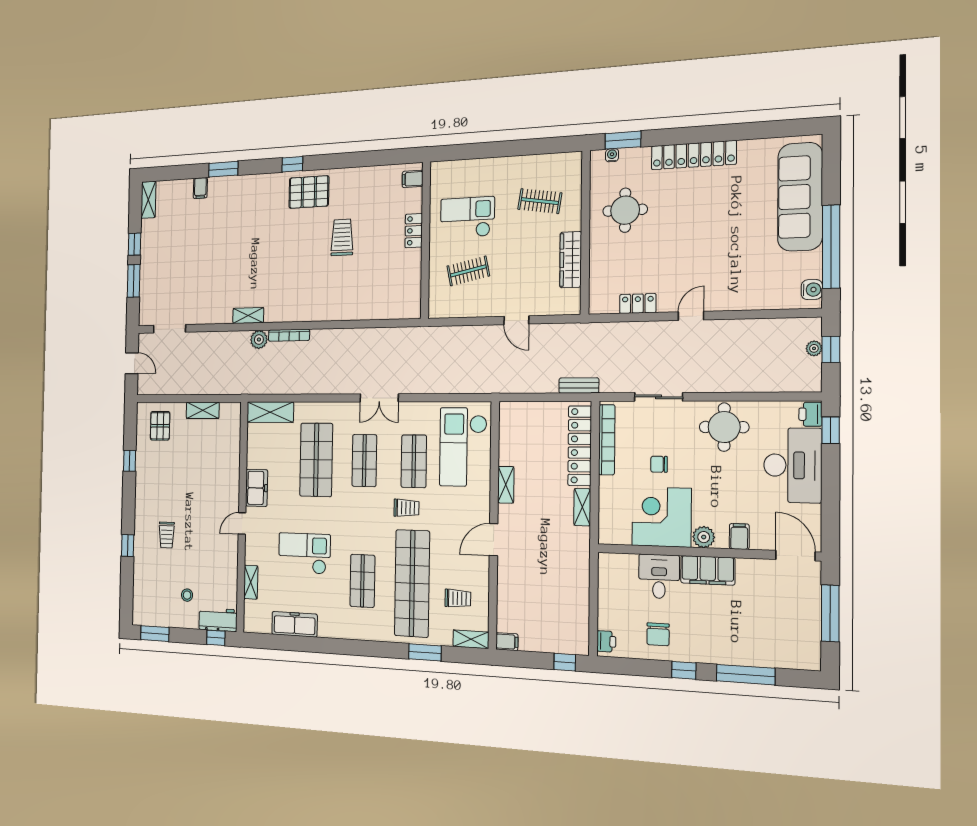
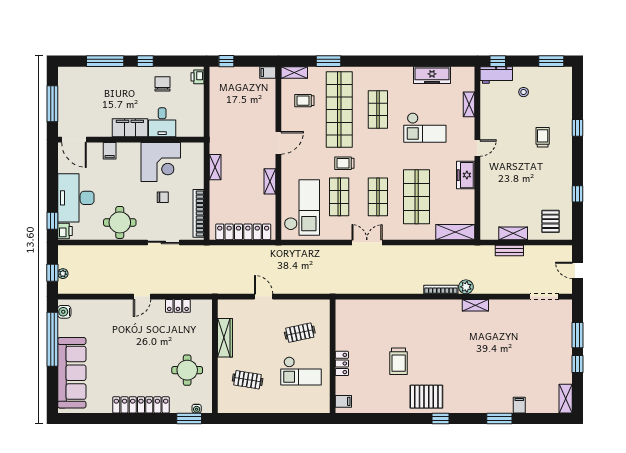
bench: (579, 385) -> (509, 251), moved
locker: (580, 446) -> (243, 232), moved, turned -90
plant: (704, 537) -> (133, 150), removed

